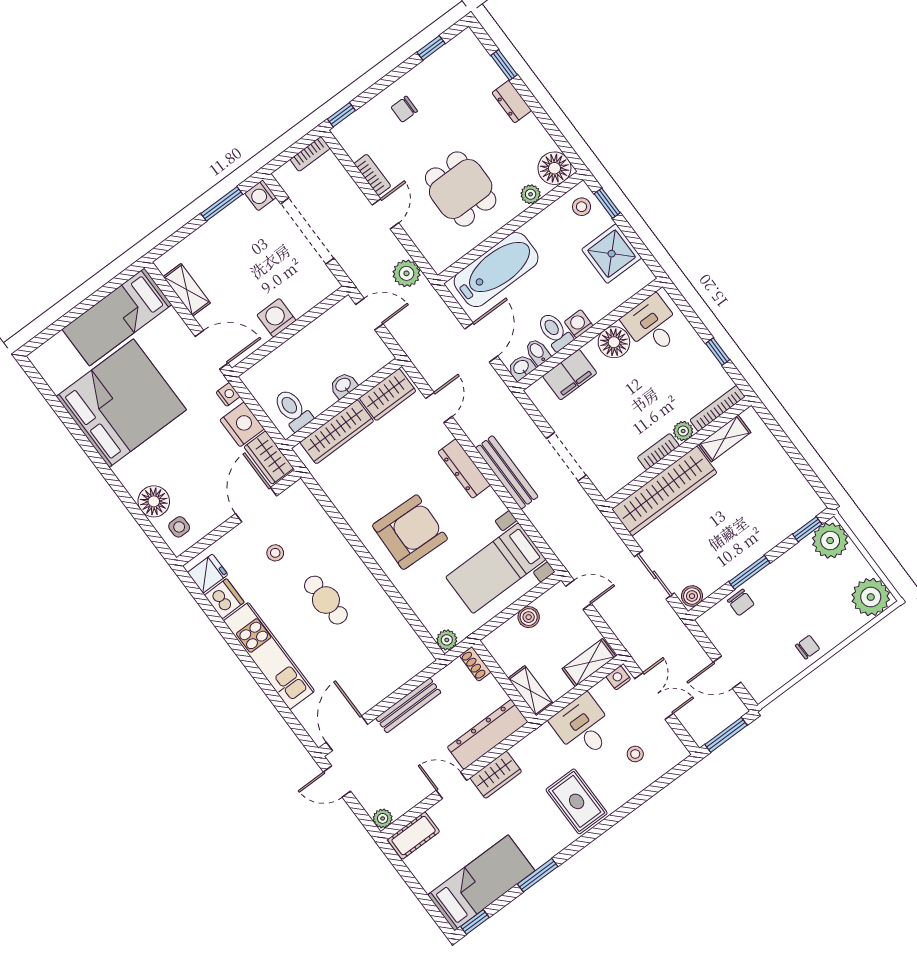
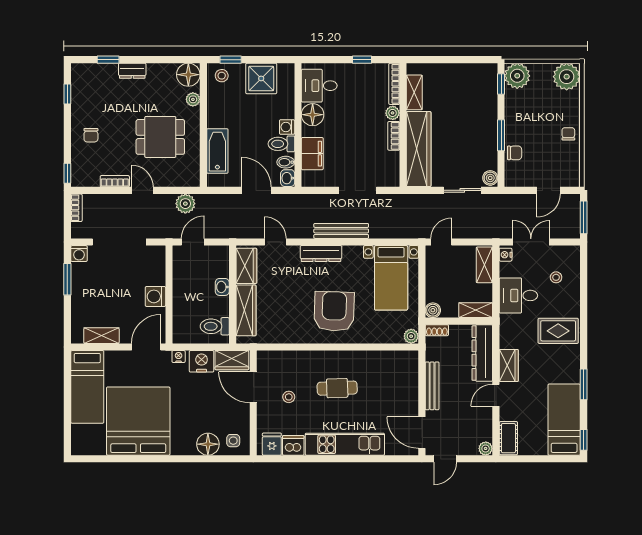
bathtub: (496, 270) -> (217, 151), width x0.73, depth x0.73
boiler: (529, 617) -> (433, 310), moved

